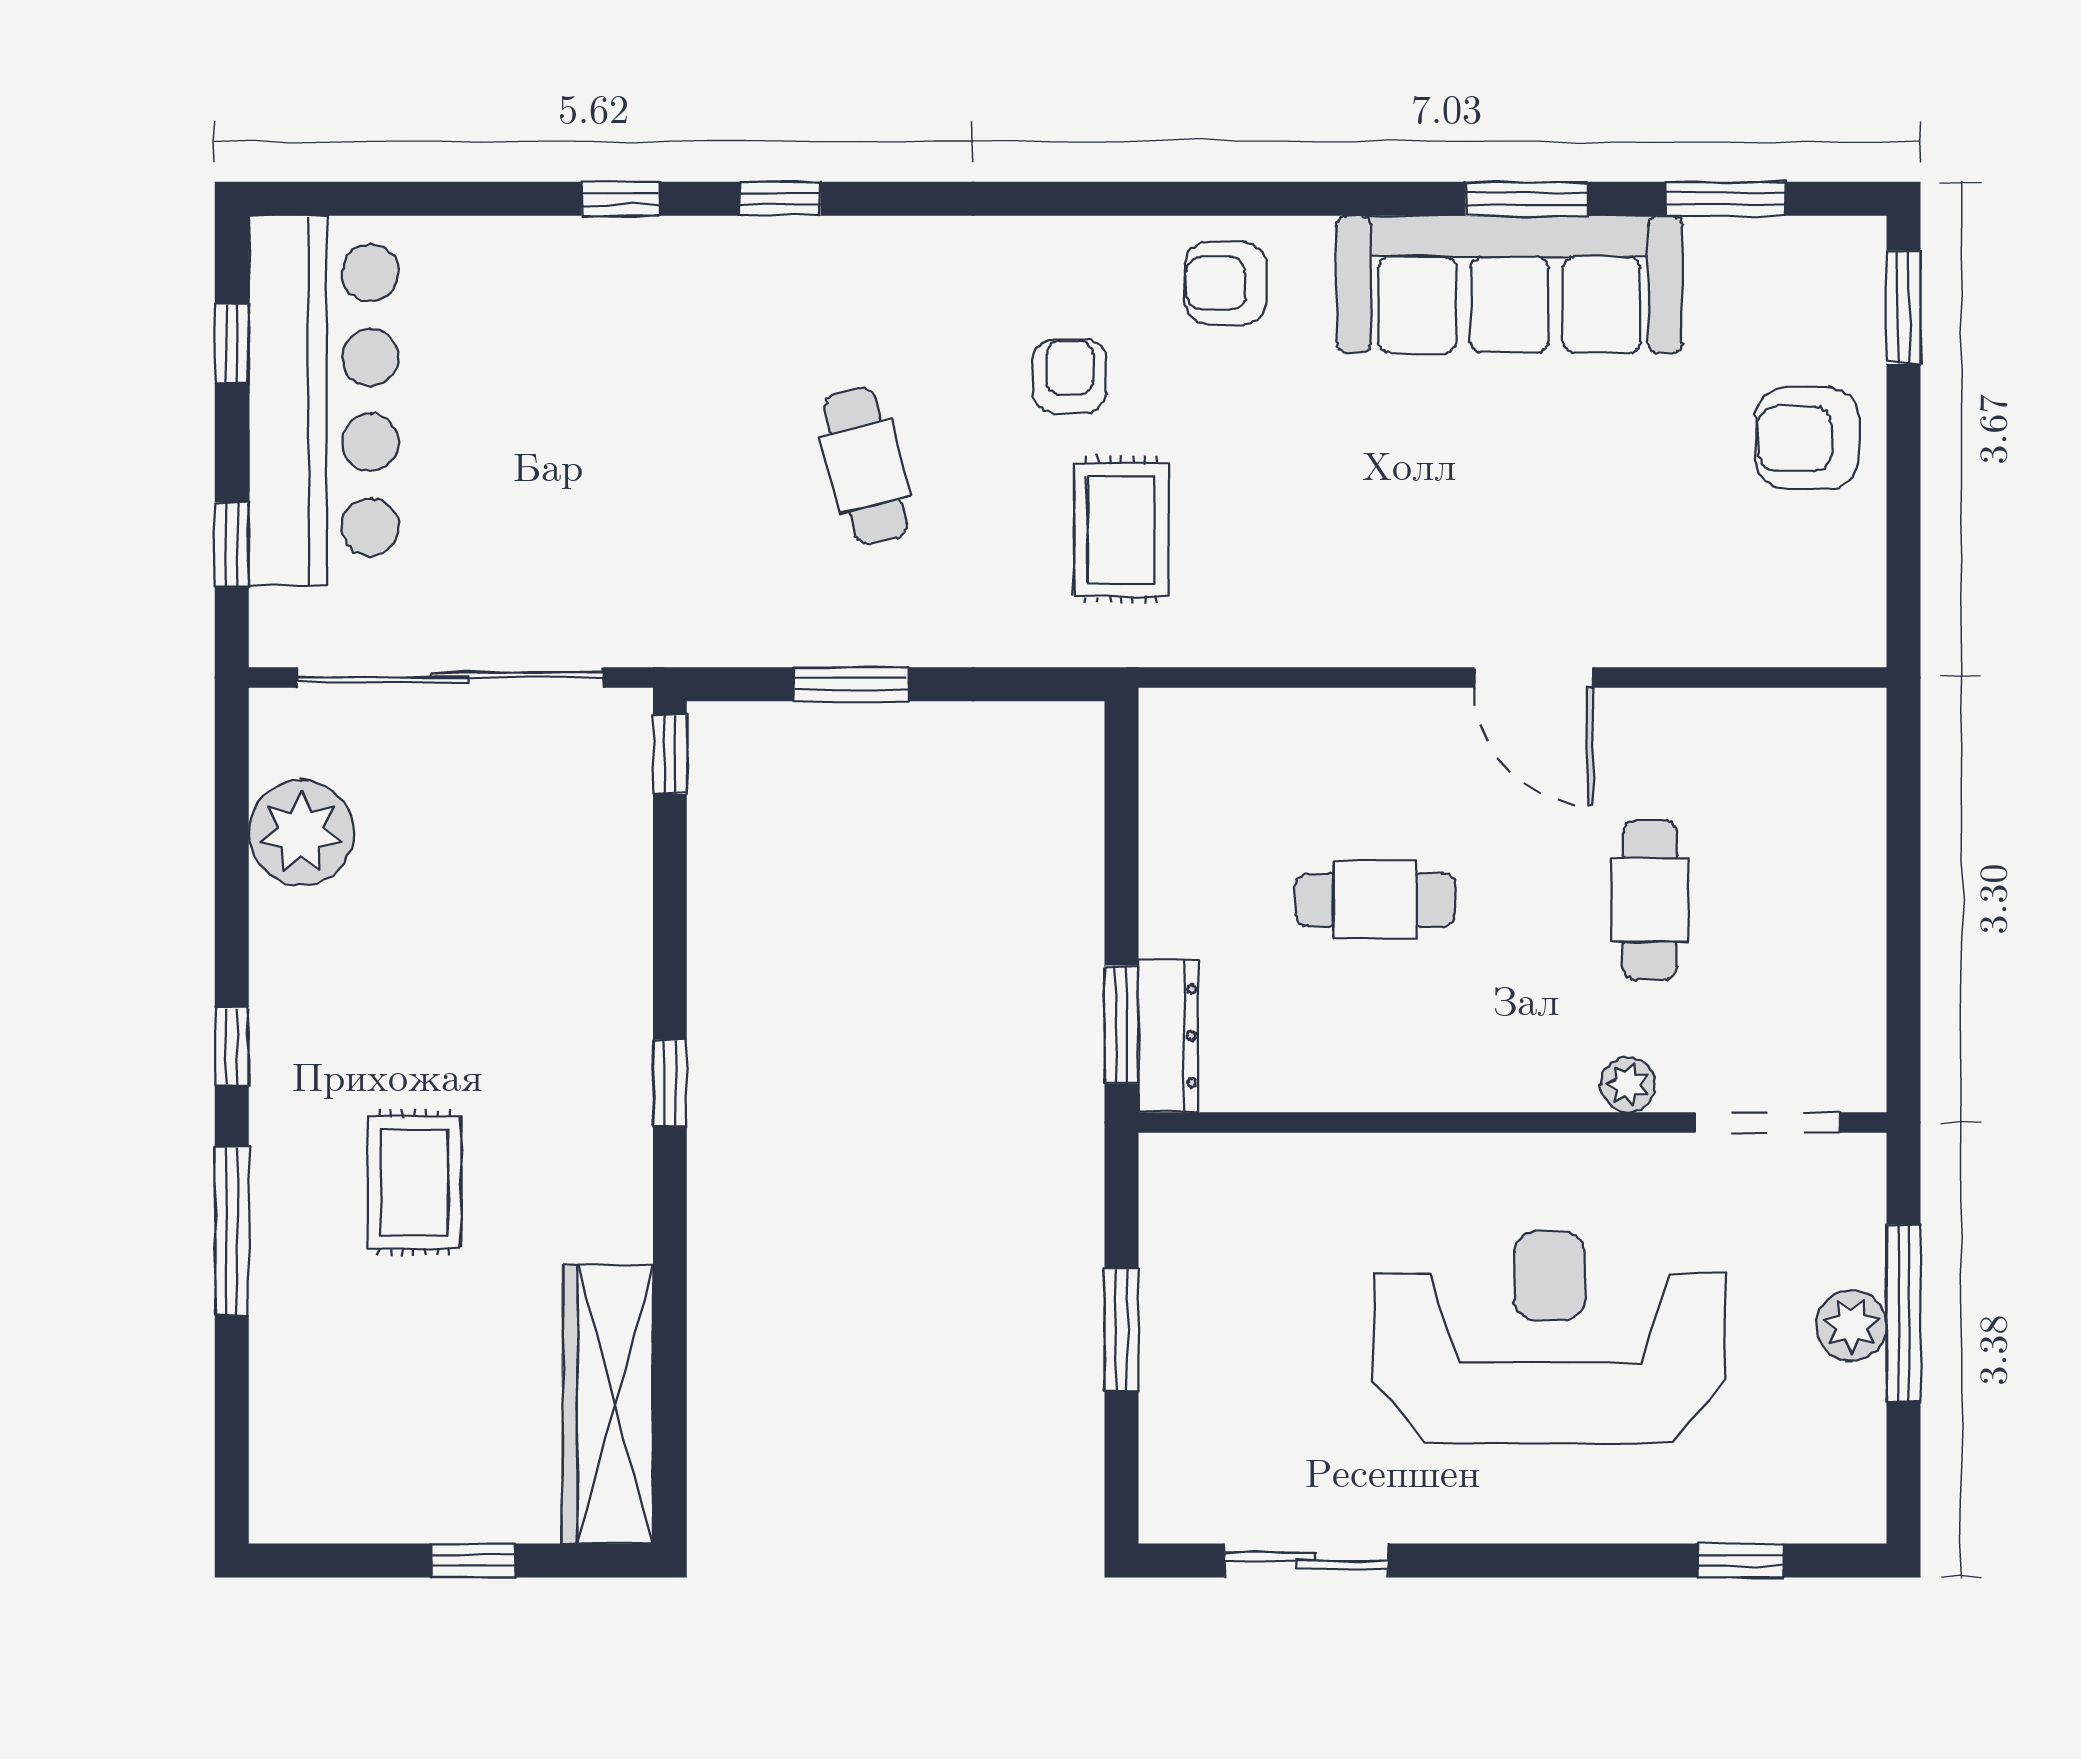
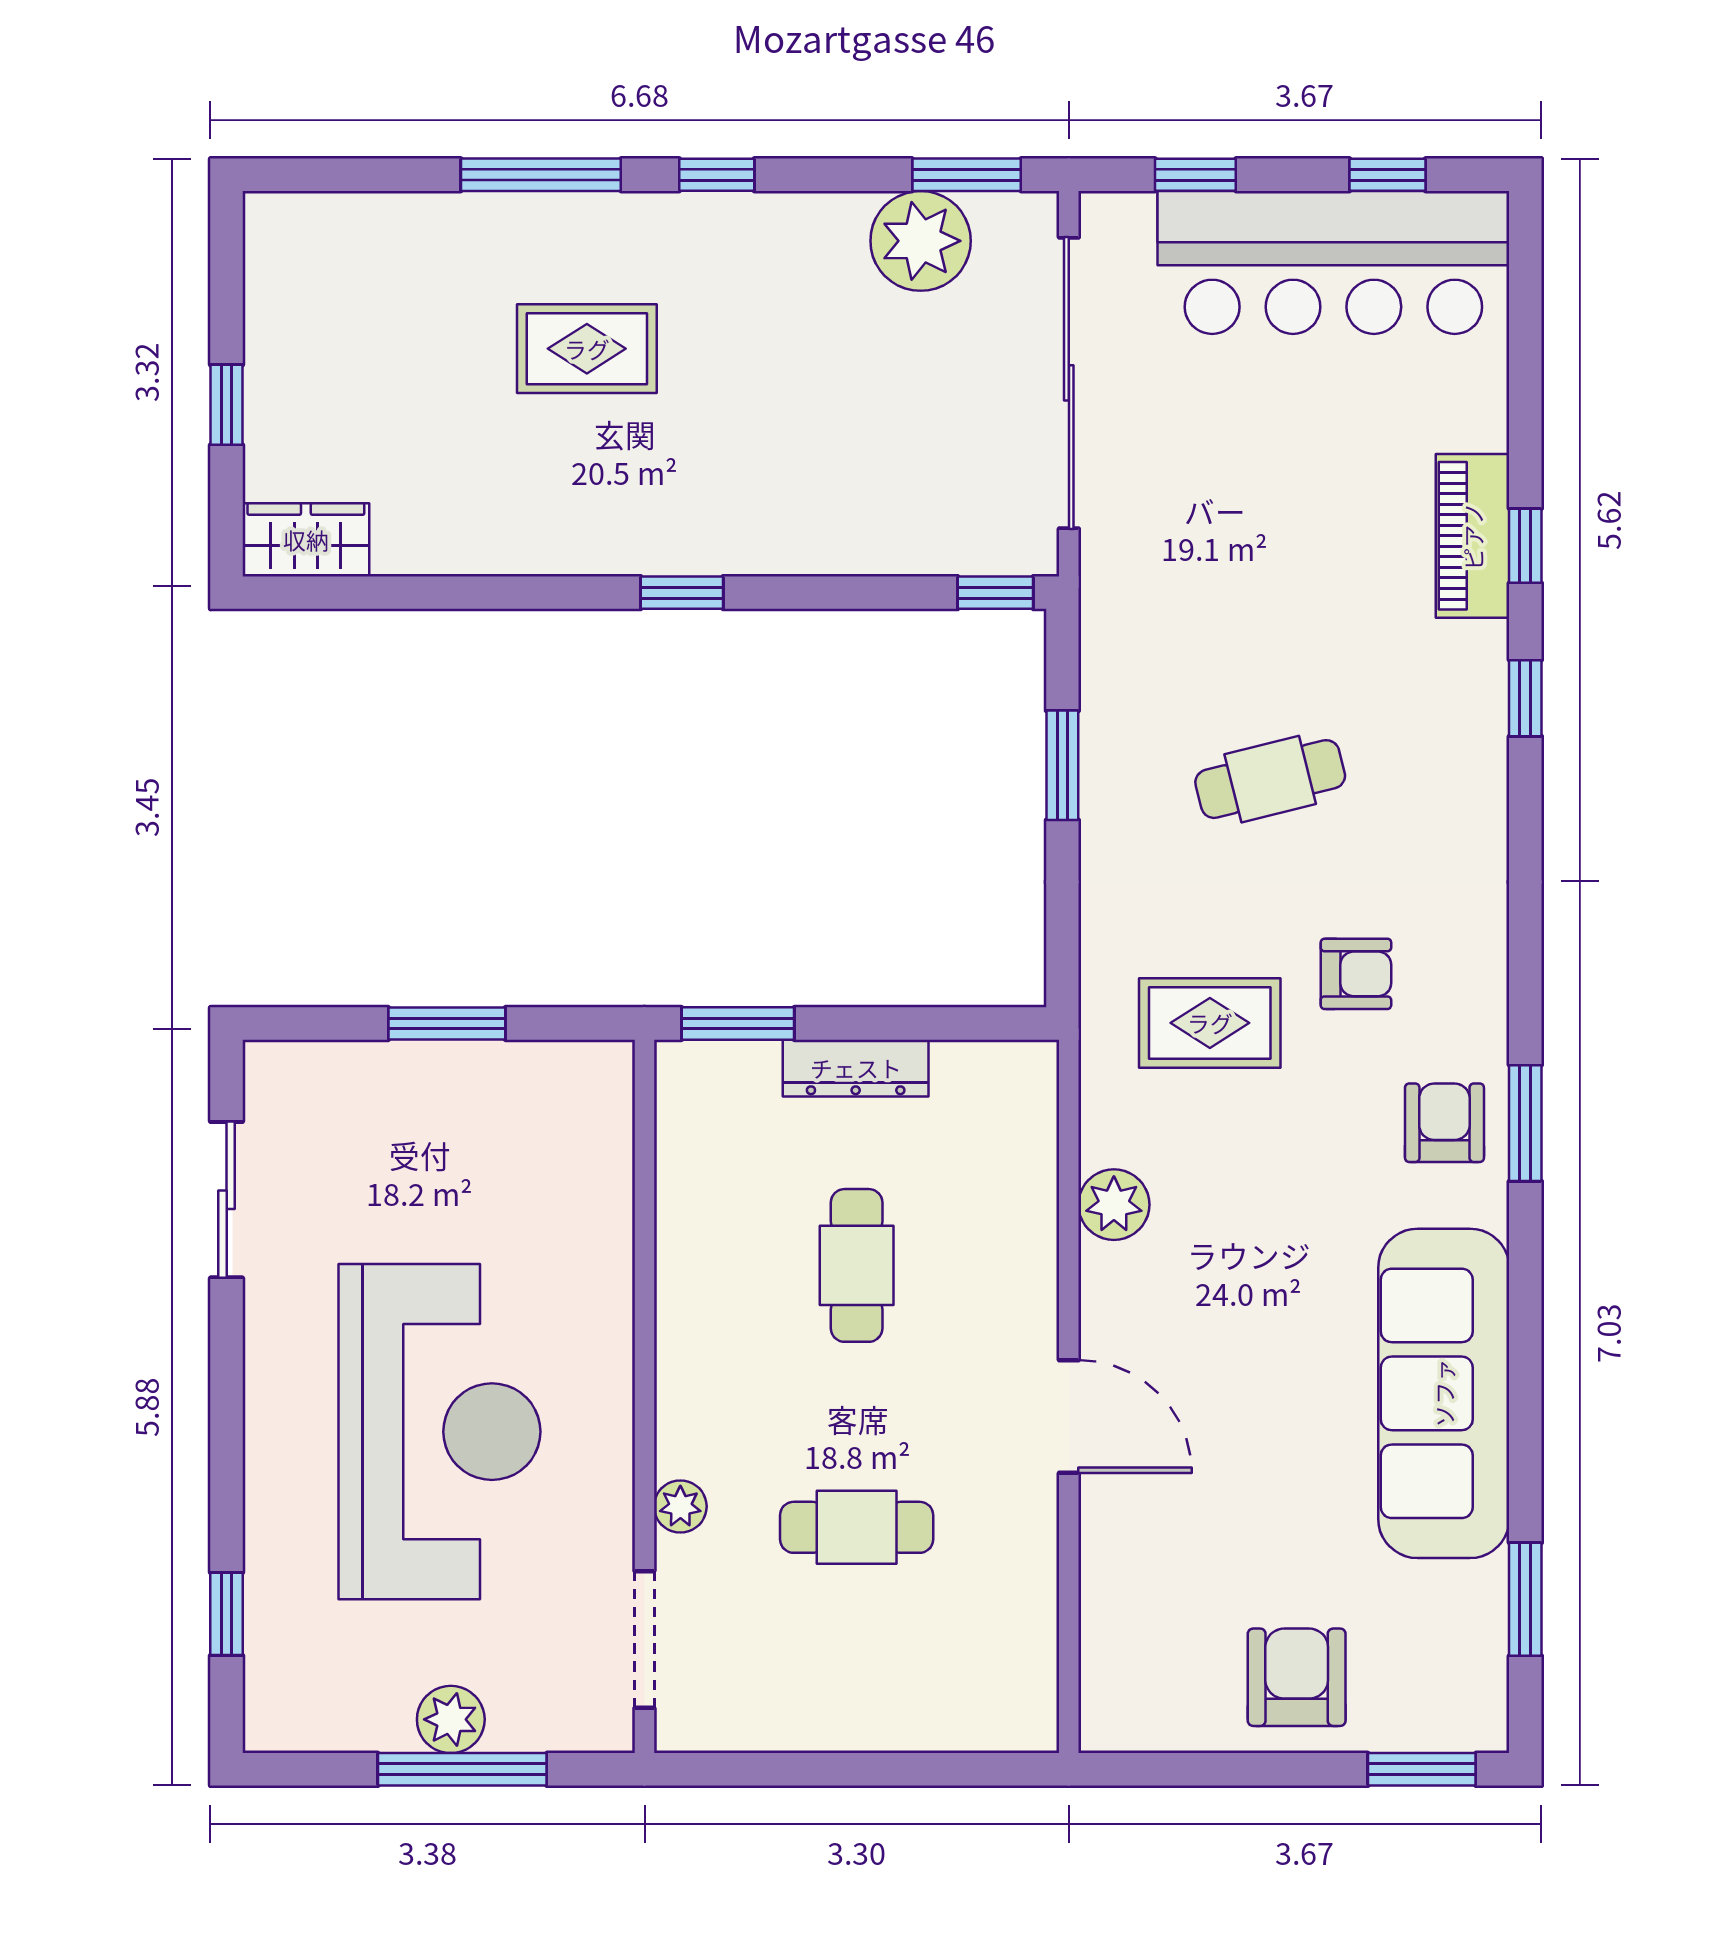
window: (1527, 199) -> (1525, 1123), moved
piano: (610, 254) -> (1473, 536), added
plant: (1312, 630) -> (1114, 1205), added
door: (1534, 677) -> (1069, 1417), swing flipped
window: (232, 785) -> (967, 175), added
dresser: (1168, 1036) -> (856, 1068), moved
wardrobe: (608, 1404) -> (306, 540), width x0.48, depth x0.85

